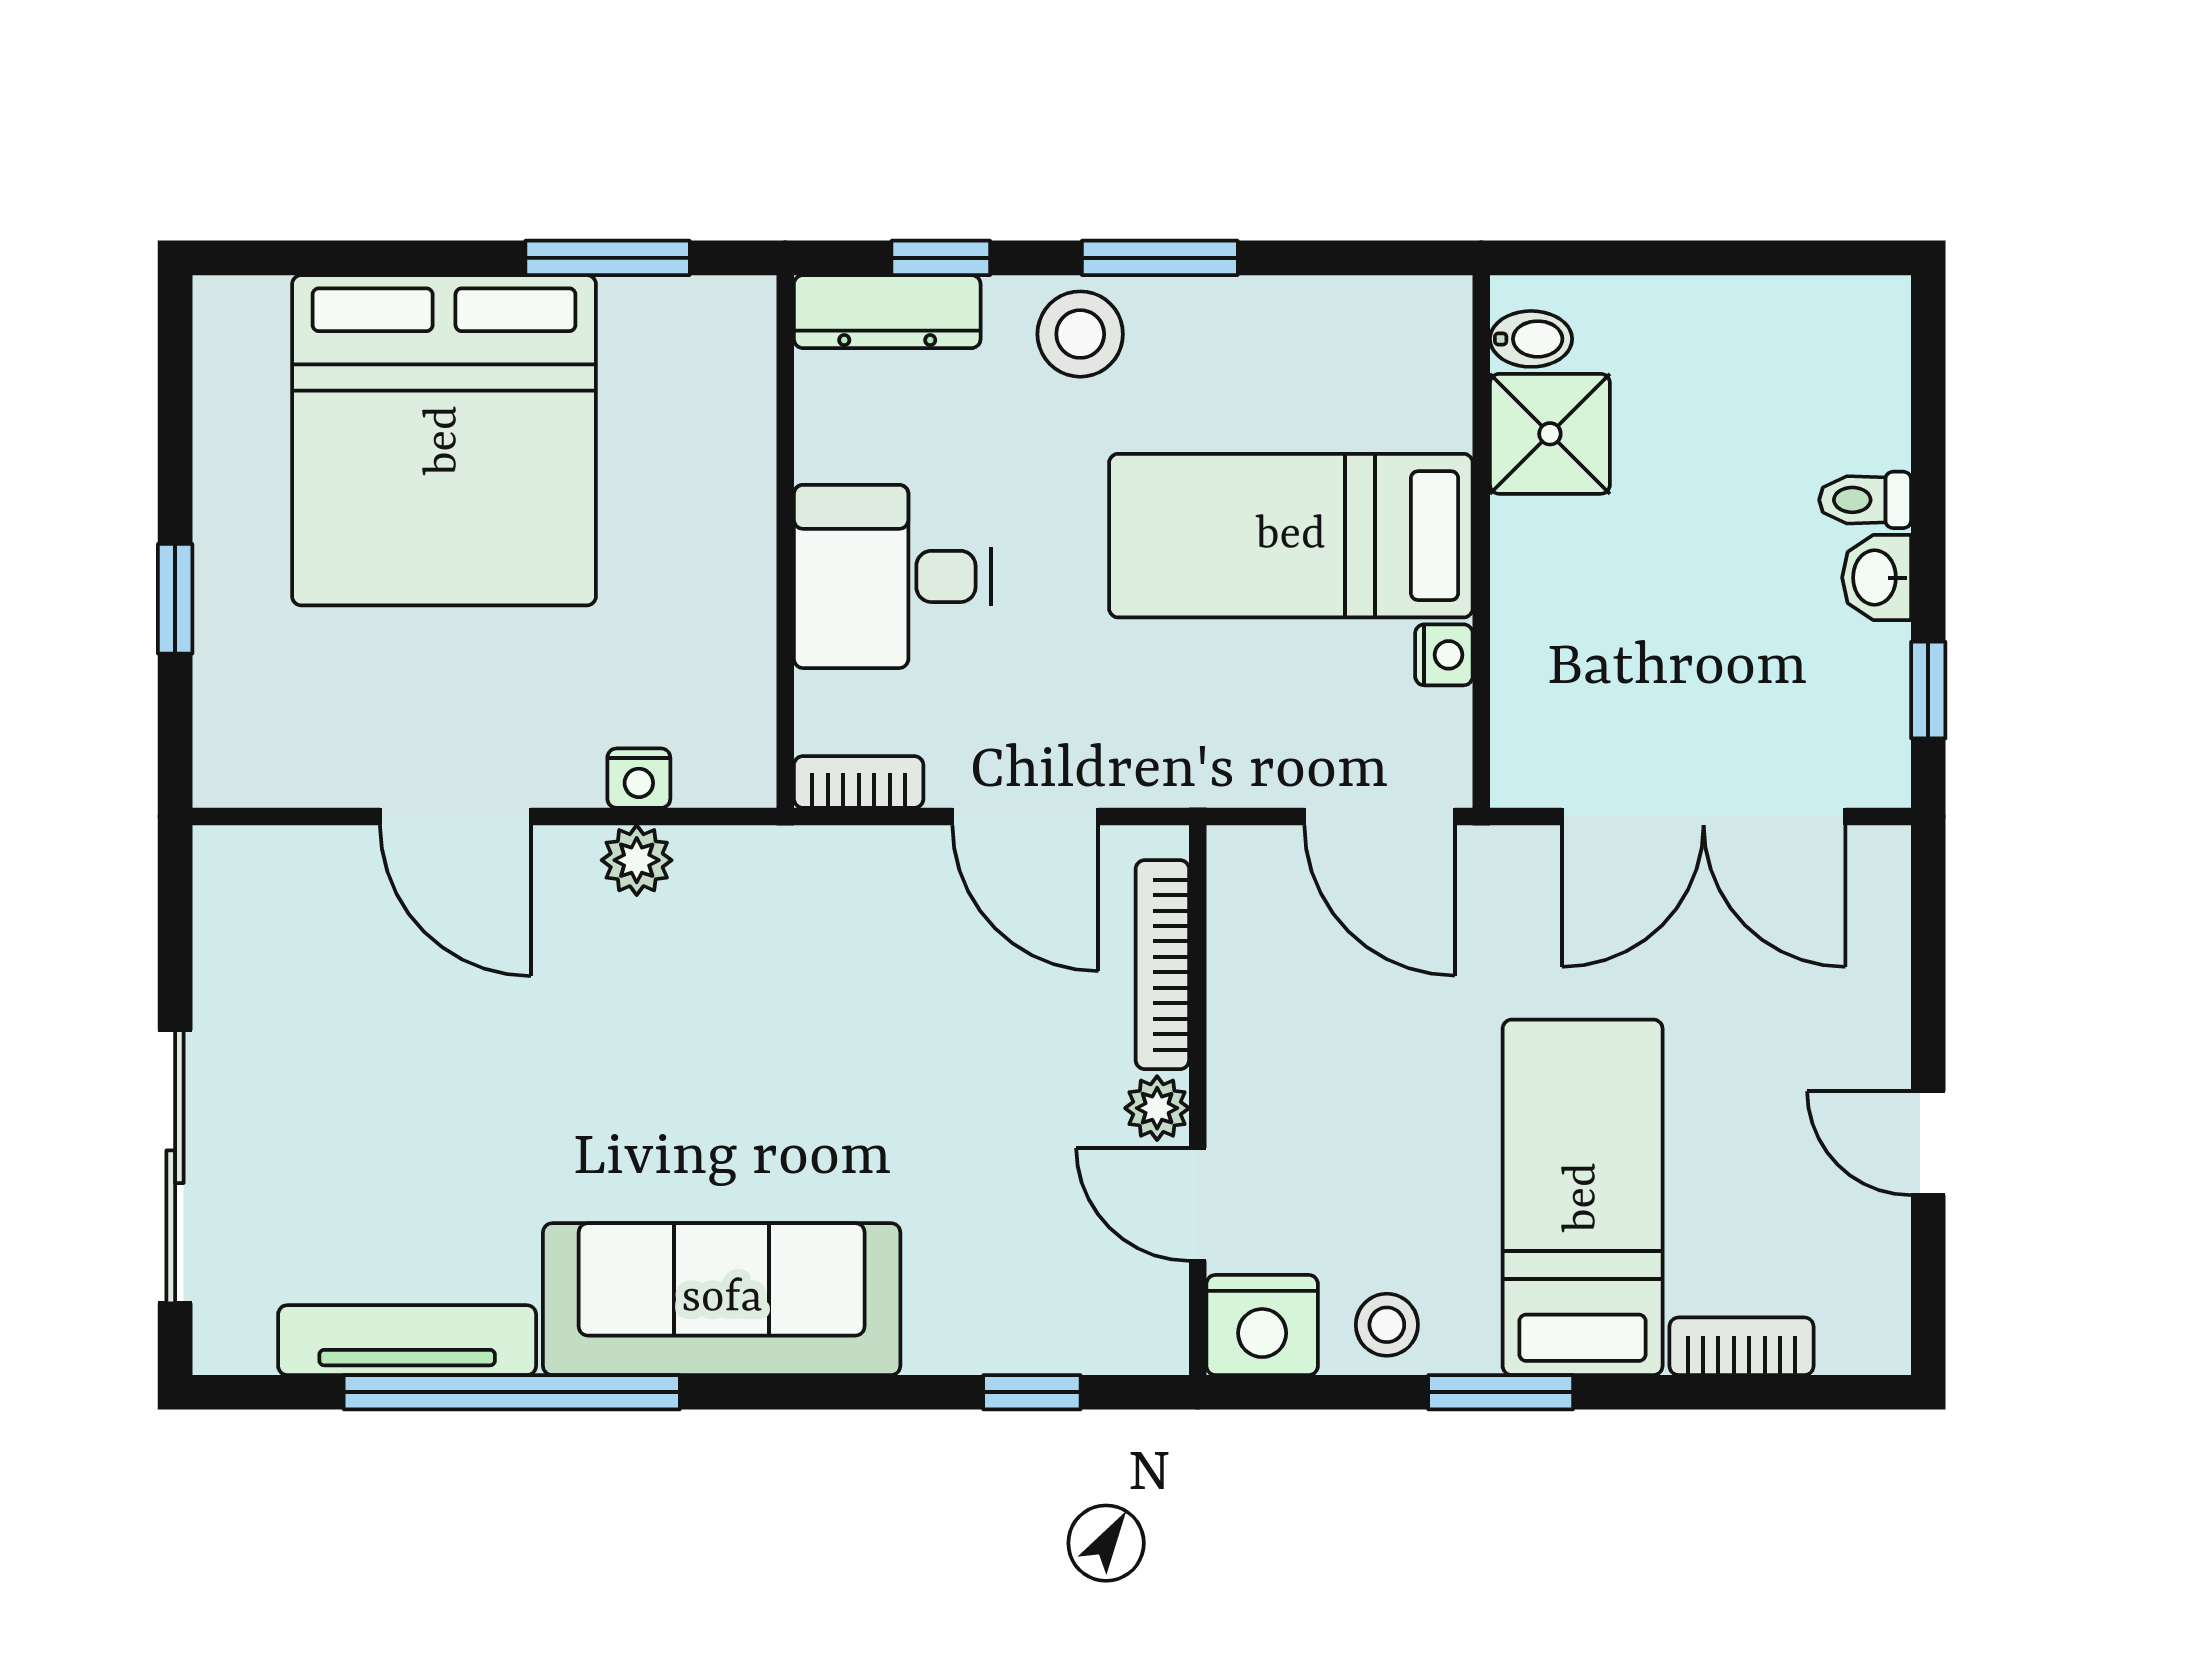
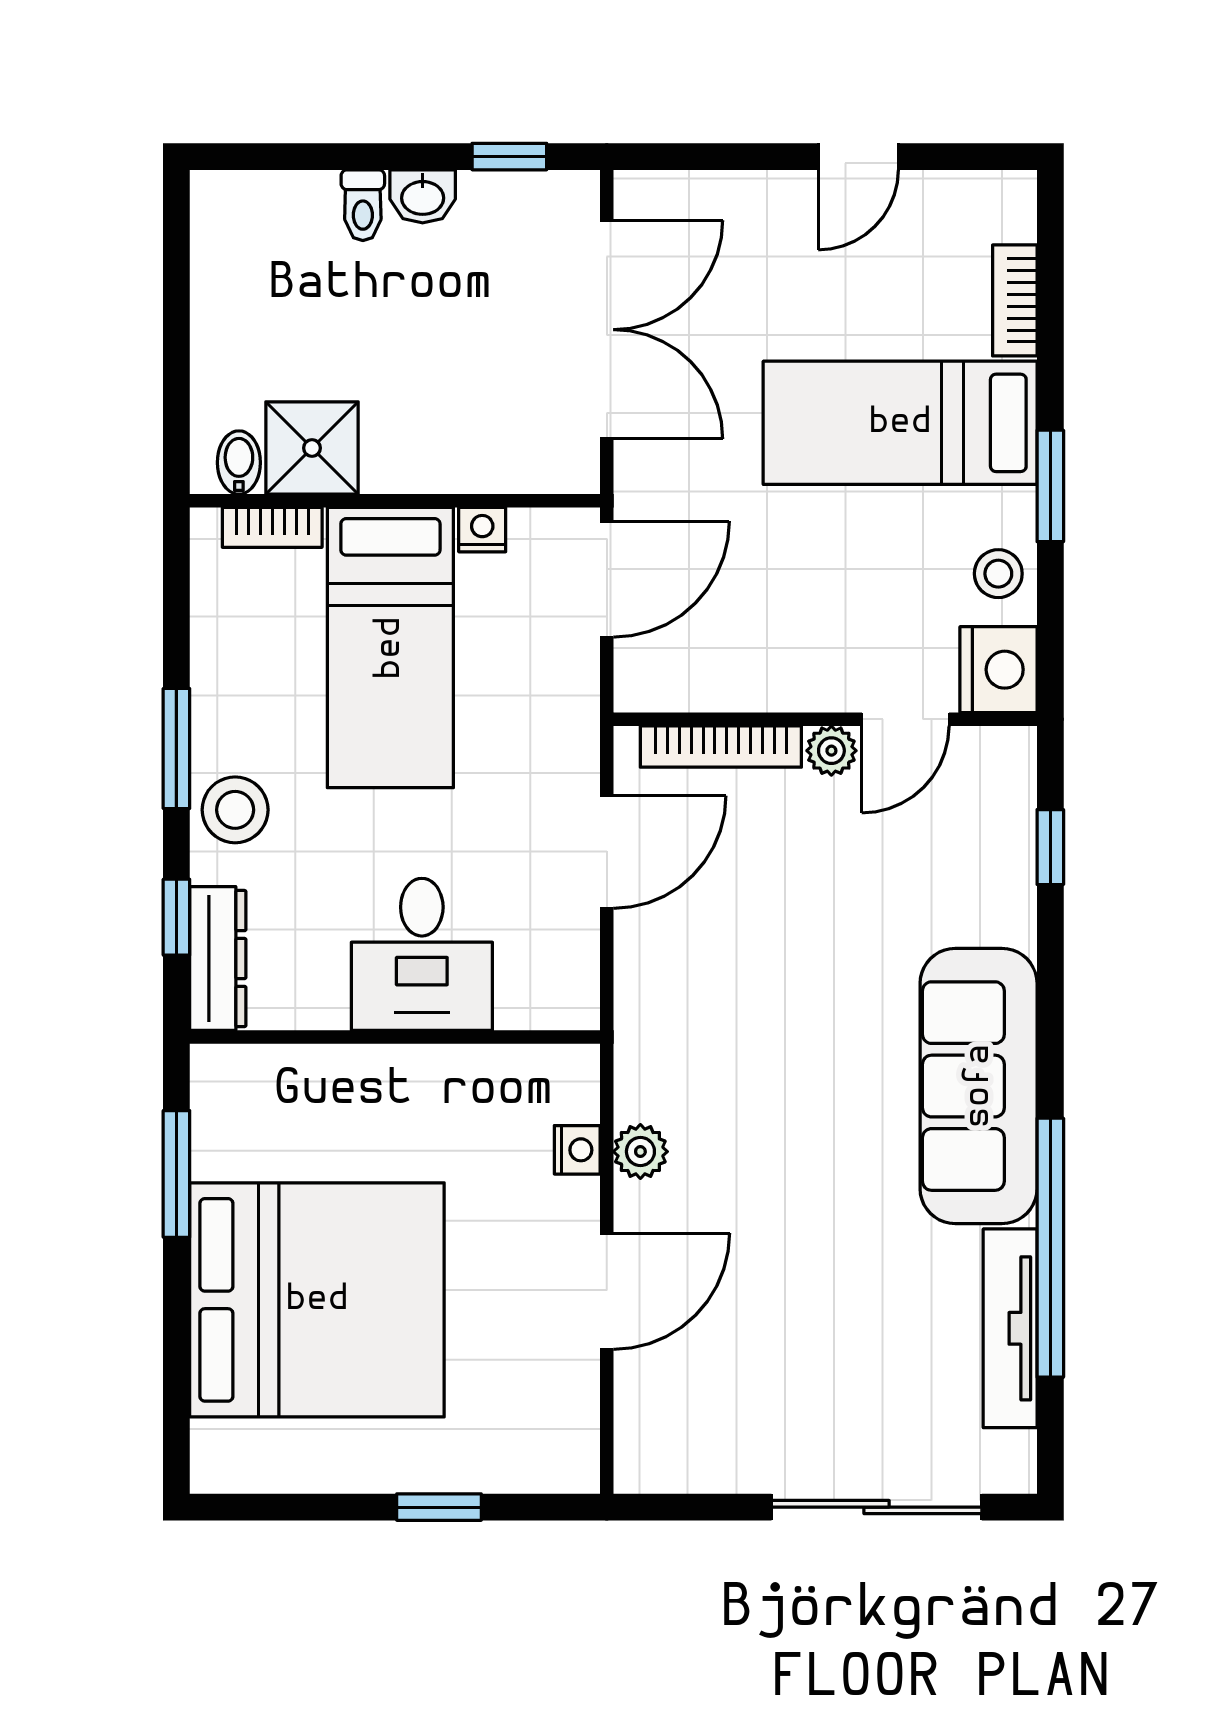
bookcase: (859, 782) -> (272, 527), moved, turned -90

